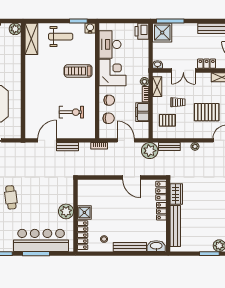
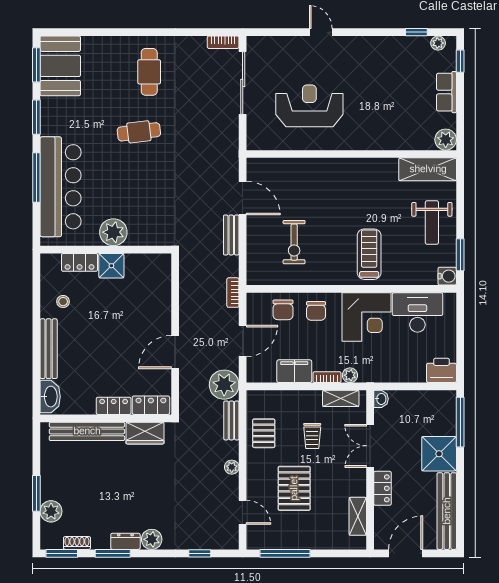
shower: (162, 33) -> (439, 454), moved
pallet: (167, 120) -> (264, 433), moved
locker: (83, 235) -> (80, 262), width x0.66

